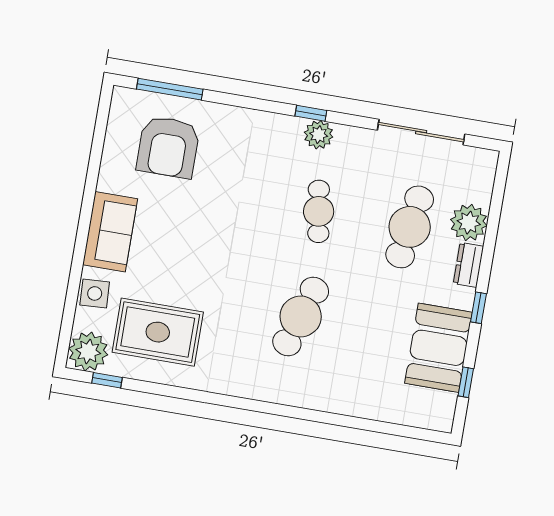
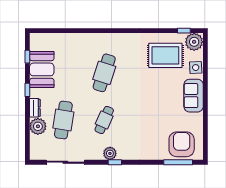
armchair: (168, 147) -> (182, 144), moved
cafe table: (319, 211) -> (104, 120), turned 33

